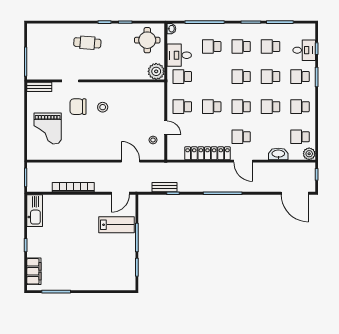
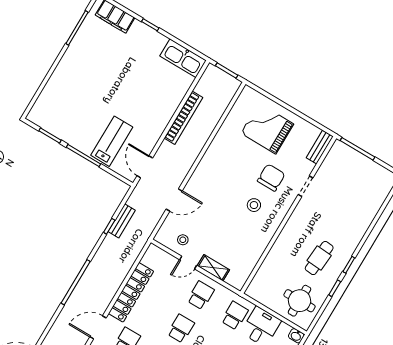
cafe table: (87, 43) -> (319, 258), moved
plant: (156, 71) -> (258, 290), removed
shelving: (159, 109) -> (213, 268), added
lab bench: (117, 225) -> (112, 141), turned 180

